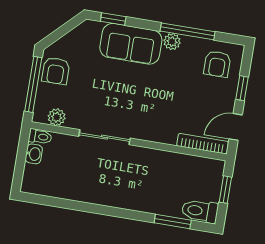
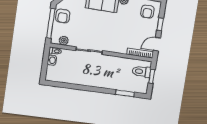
toilet: (200, 211) -> (141, 72), moved

